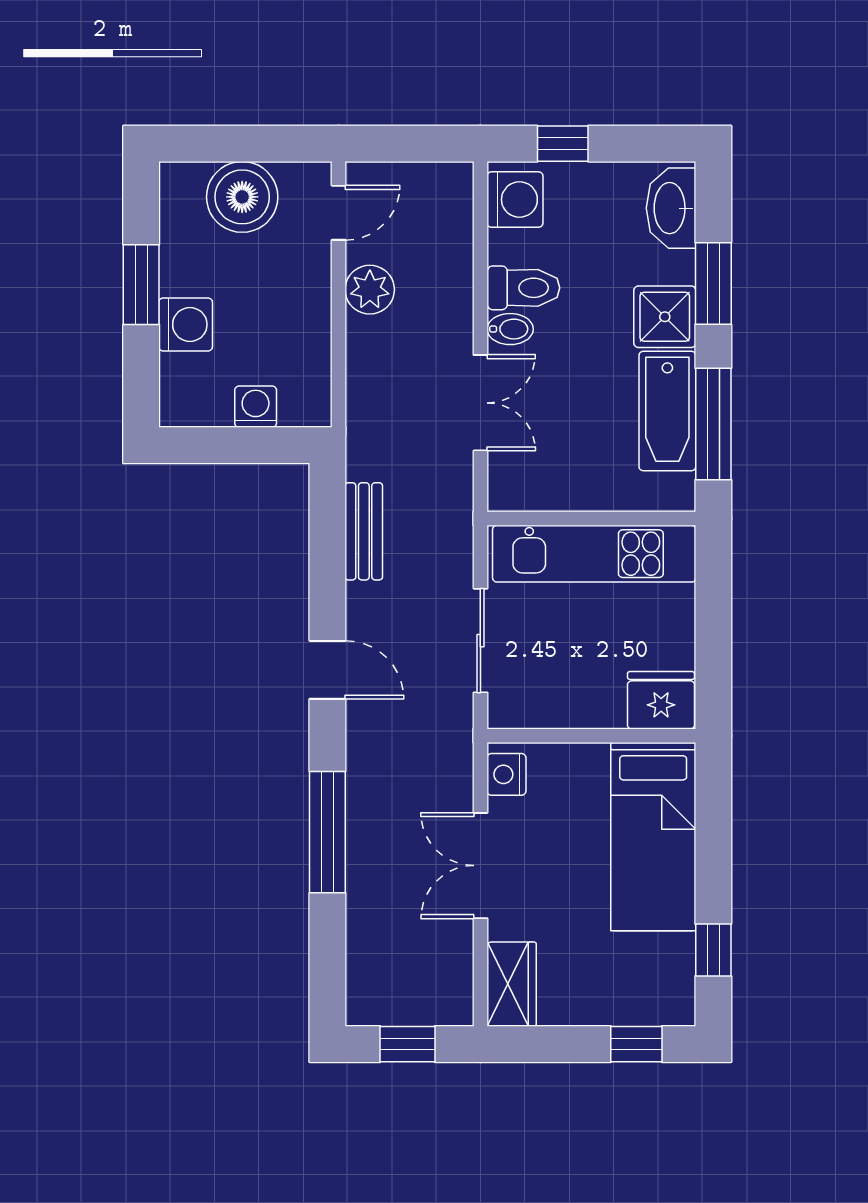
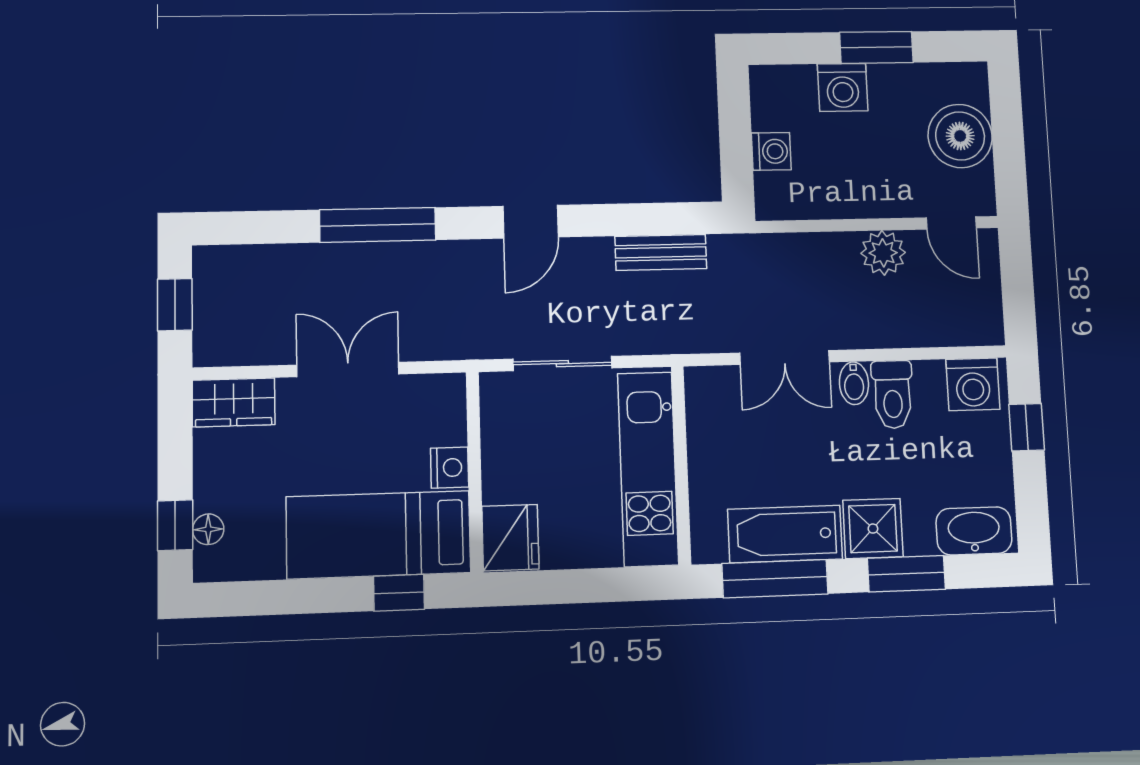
nightstand: (506, 774) -> (450, 468), moved, turned 90
window: (713, 950) -> (399, 593), moved
floor lamp: (642, 1011) -> (208, 529), added

